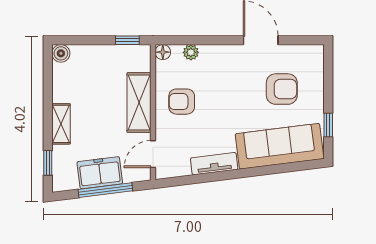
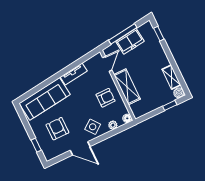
window: (127, 40) -> (170, 105), moved
side table: (224, 65) -> (93, 127), added
armchair: (282, 89) -> (57, 129), turned 90
shelving: (61, 124) -> (171, 77), moved
window: (328, 125) -> (36, 145), moved

